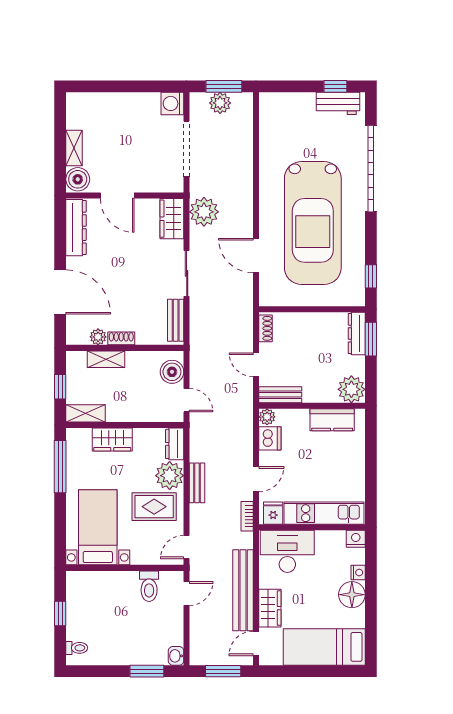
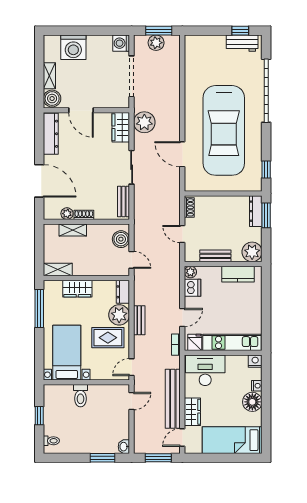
washing machine: (107, 109) -> (73, 47), added
window: (60, 387) -> (39, 250), removed
bench: (280, 395) -> (215, 256), moved
toilet: (149, 586) -> (80, 396), moved

